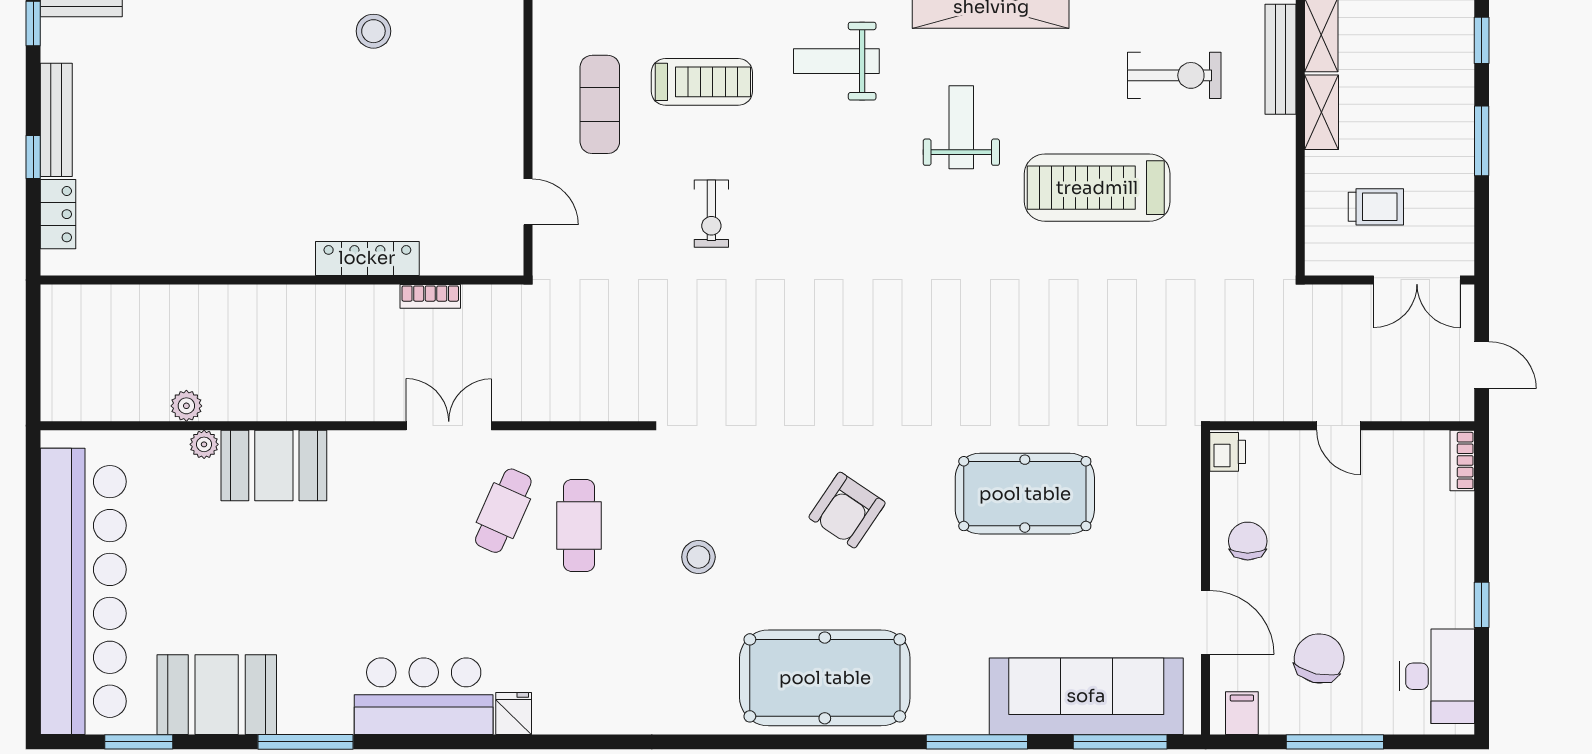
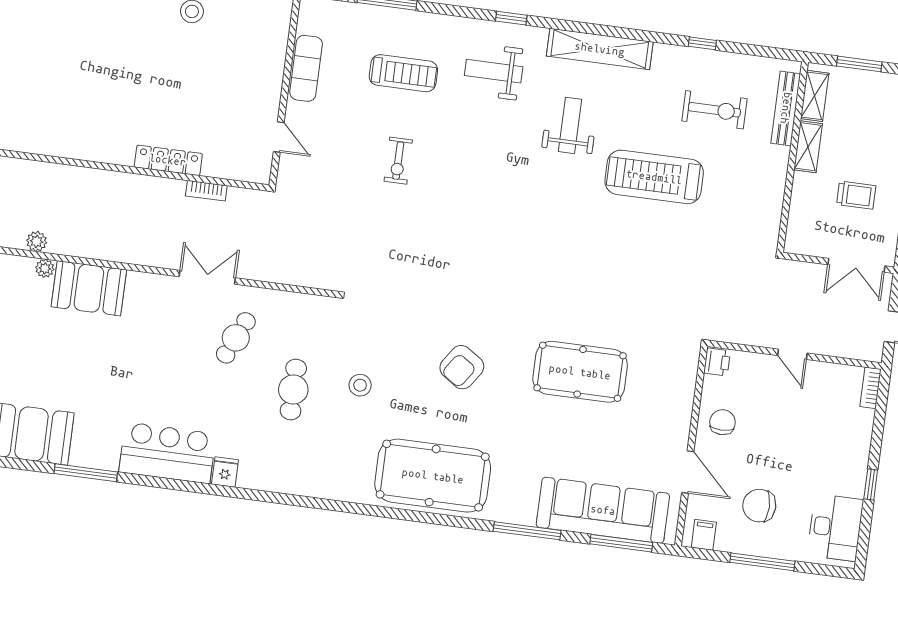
exercise mat: (600, 104) -> (306, 68), moved
trolley: (1376, 207) -> (856, 195), moved
cafe table: (579, 526) -> (293, 390), moved
chair: (1319, 658) -> (759, 506), turned -103

